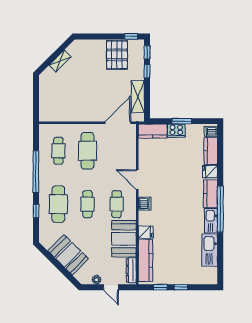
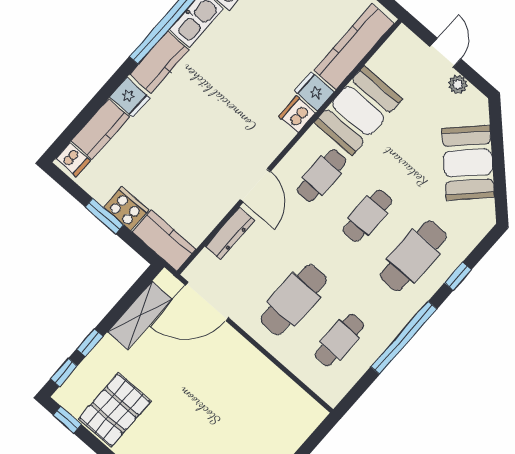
dishwasher: (145, 204) -> (297, 114), moved
dresser: (131, 270) -> (230, 233), moved

